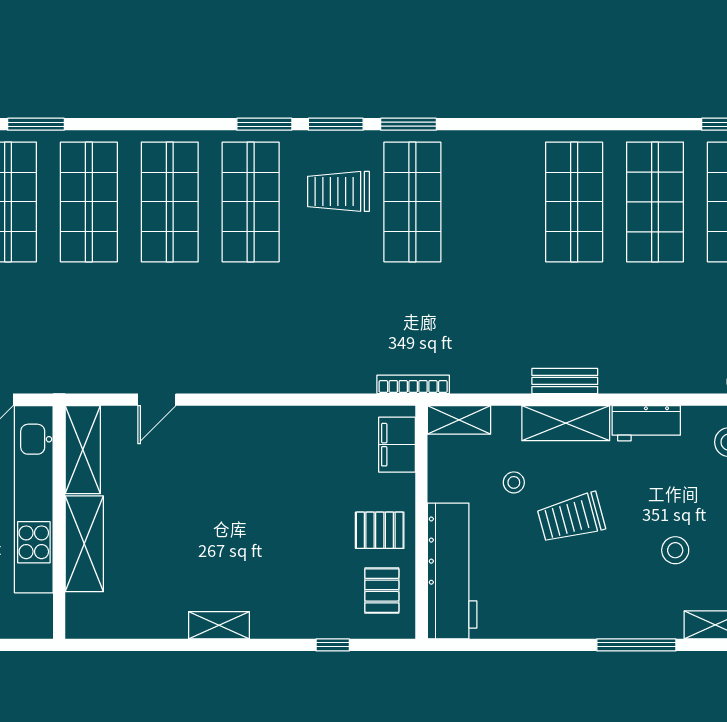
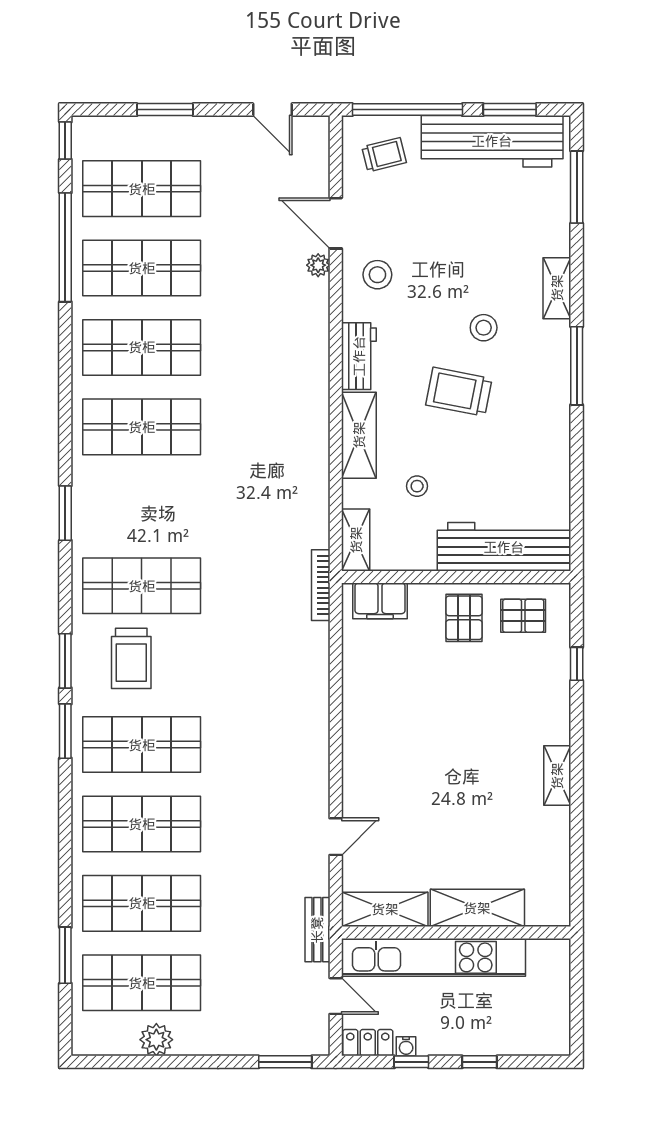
window: (409, 124) -> (65, 513), moved
bench: (565, 381) -> (317, 930), moved
door: (157, 400) -> (336, 837), hinge flipped
trolley: (571, 518) -> (459, 392), moved, turned 116

